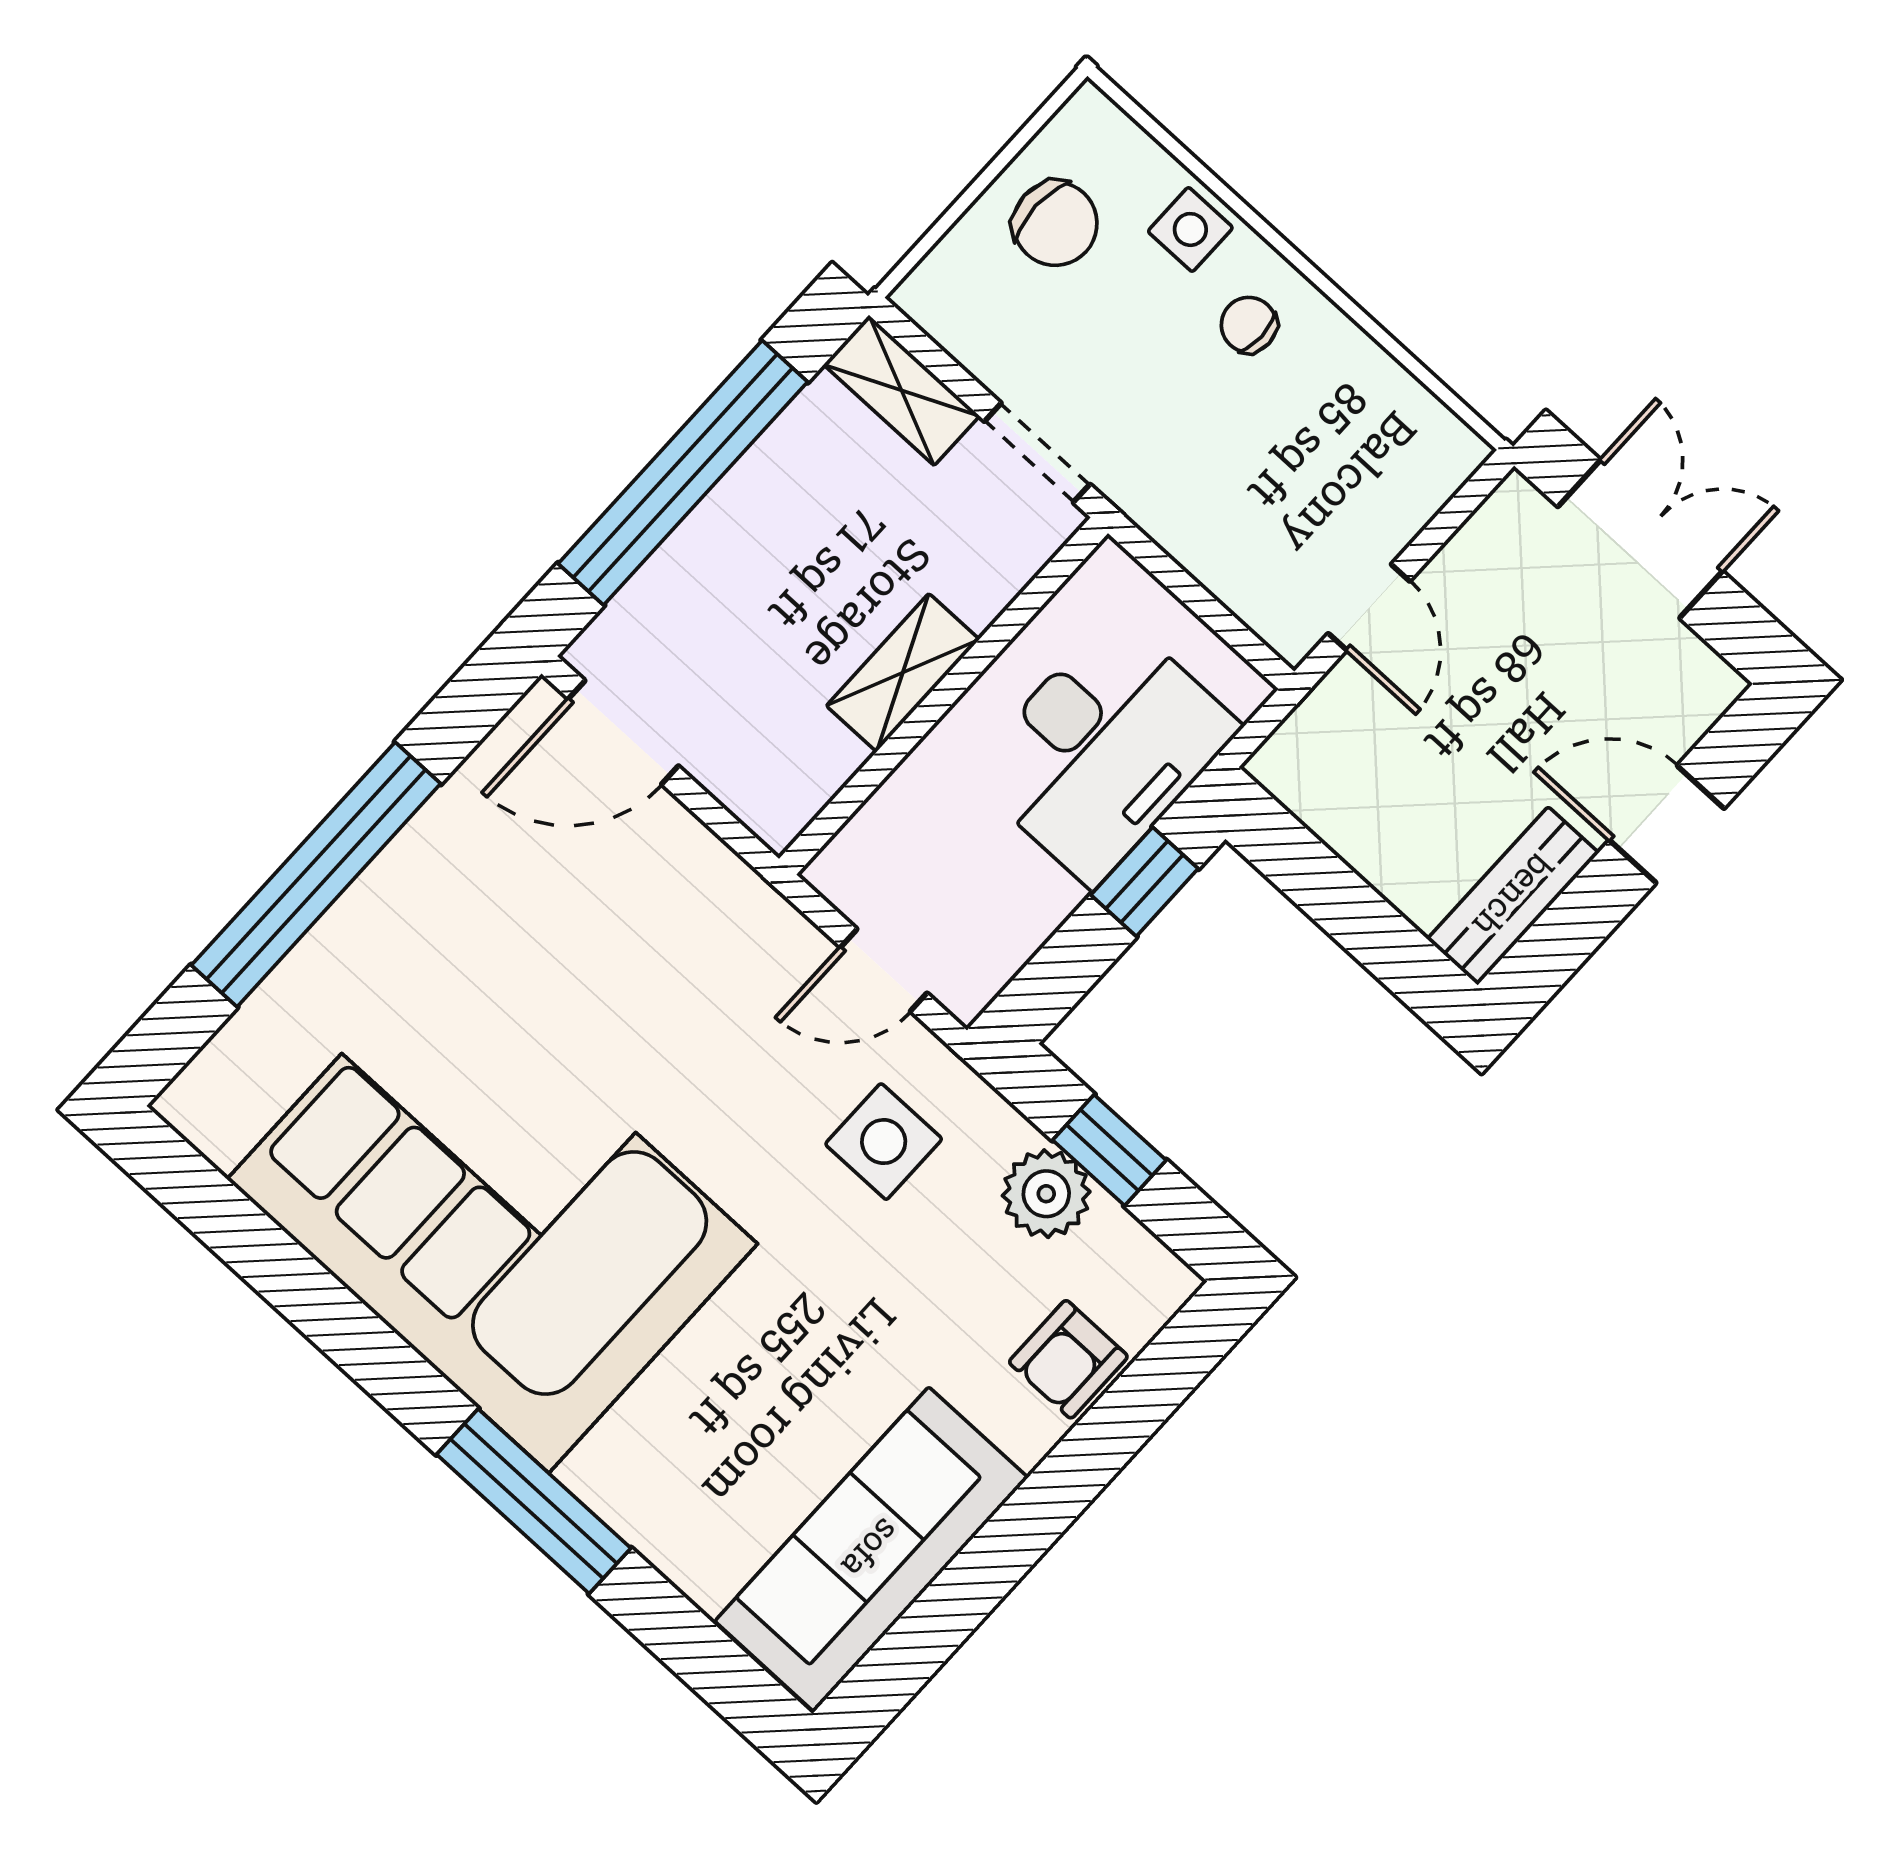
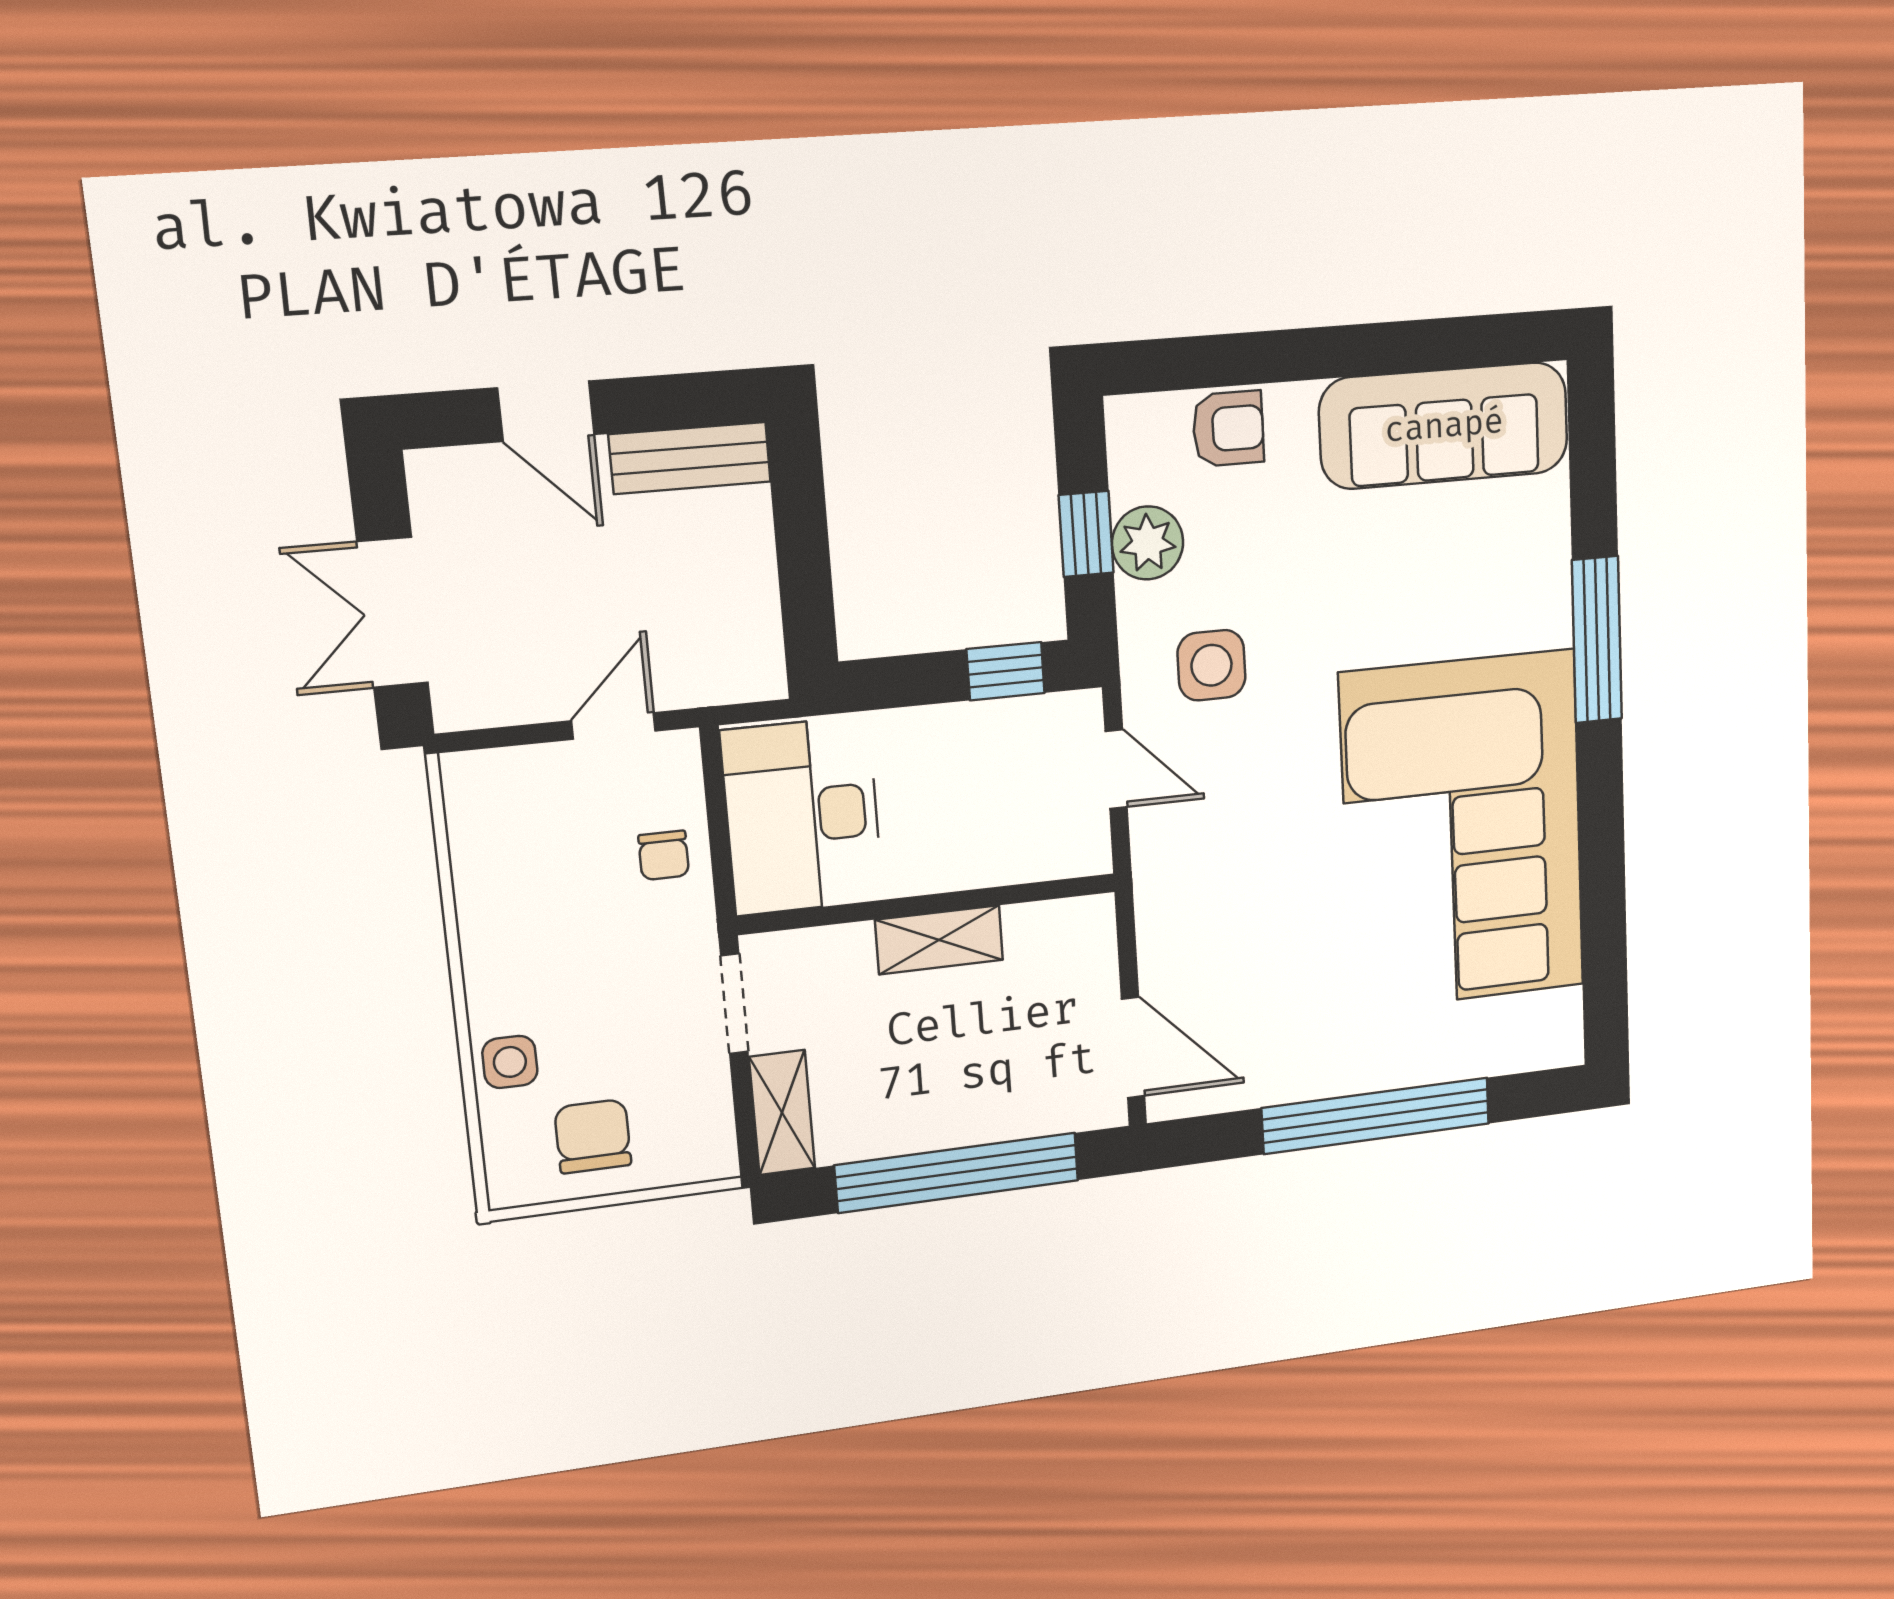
chair: (1249, 325) -> (664, 855), moved
desk: (1103, 750) -> (802, 816), moved, turned -90
window: (1144, 882) -> (1006, 671), moved

